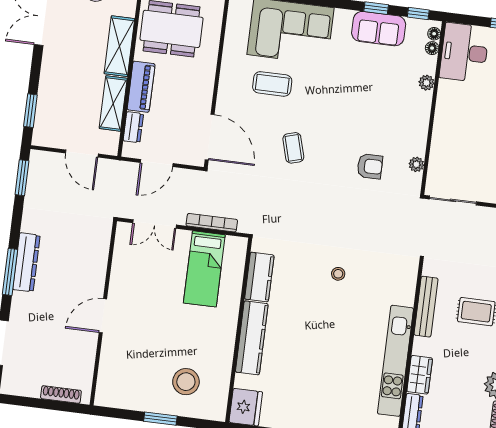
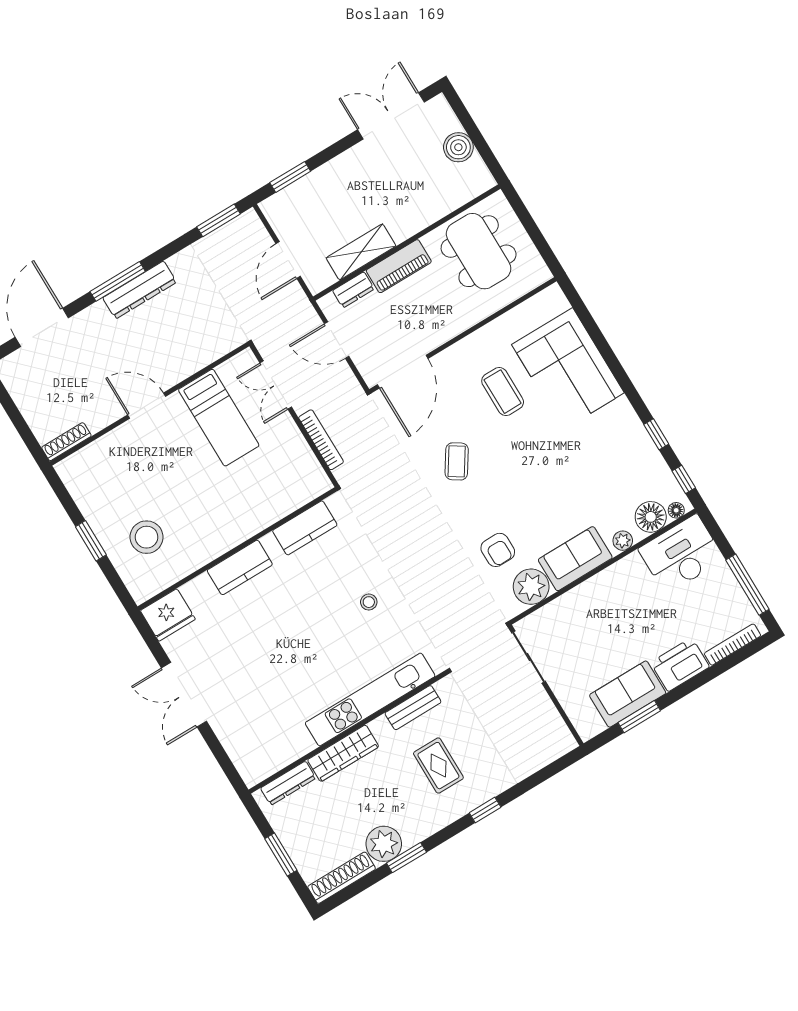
sofa: (379, 29) -> (575, 559), moved, turned 90
shelving: (119, 46) -> (422, 214), removed
floor lamp: (432, 48) -> (651, 517), width x1.89, depth x1.89
coffee table: (293, 148) -> (457, 461), turned -41
plant: (416, 164) -> (531, 587), width x1.87, depth x1.87
bed: (204, 269) -> (219, 418), moved, turned -90
bench: (426, 307) -> (413, 708), width x0.73
kitchen counter: (252, 338) -> (240, 567), width x0.67
kitchen unit: (395, 361) -> (370, 699), moved
wardrobe: (420, 375) -> (343, 753), width x1.50
shoe rack: (61, 395) -> (66, 442), moved, turned -90

